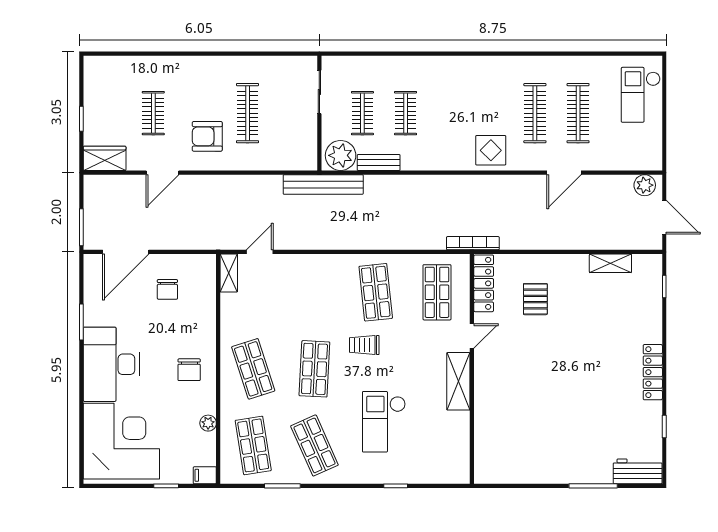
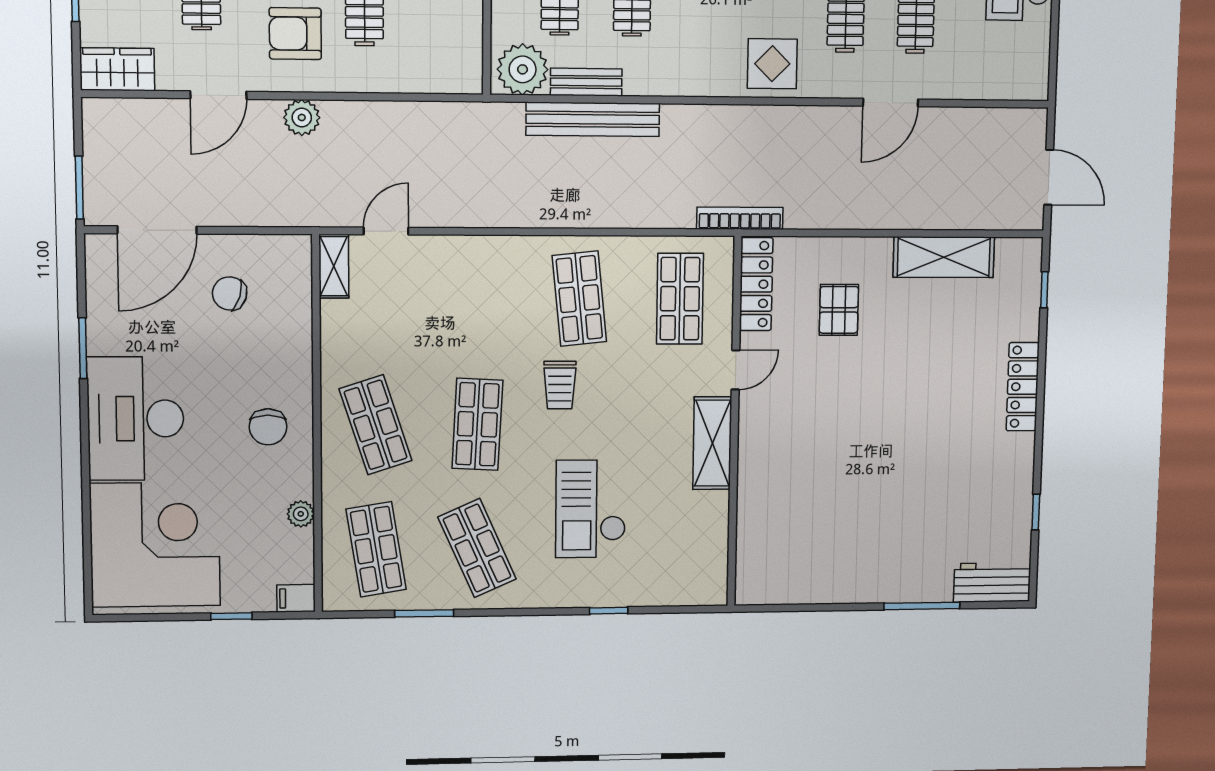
bench: (323, 185) -> (593, 119), moved
plant: (645, 185) -> (302, 118), moved
shelving: (610, 263) -> (944, 257), width x1.50, depth x1.33
chair: (167, 289) -> (230, 293), turned 107
trolley: (364, 345) -> (560, 385), turned -90
locker: (653, 372) -> (1023, 387), moved

